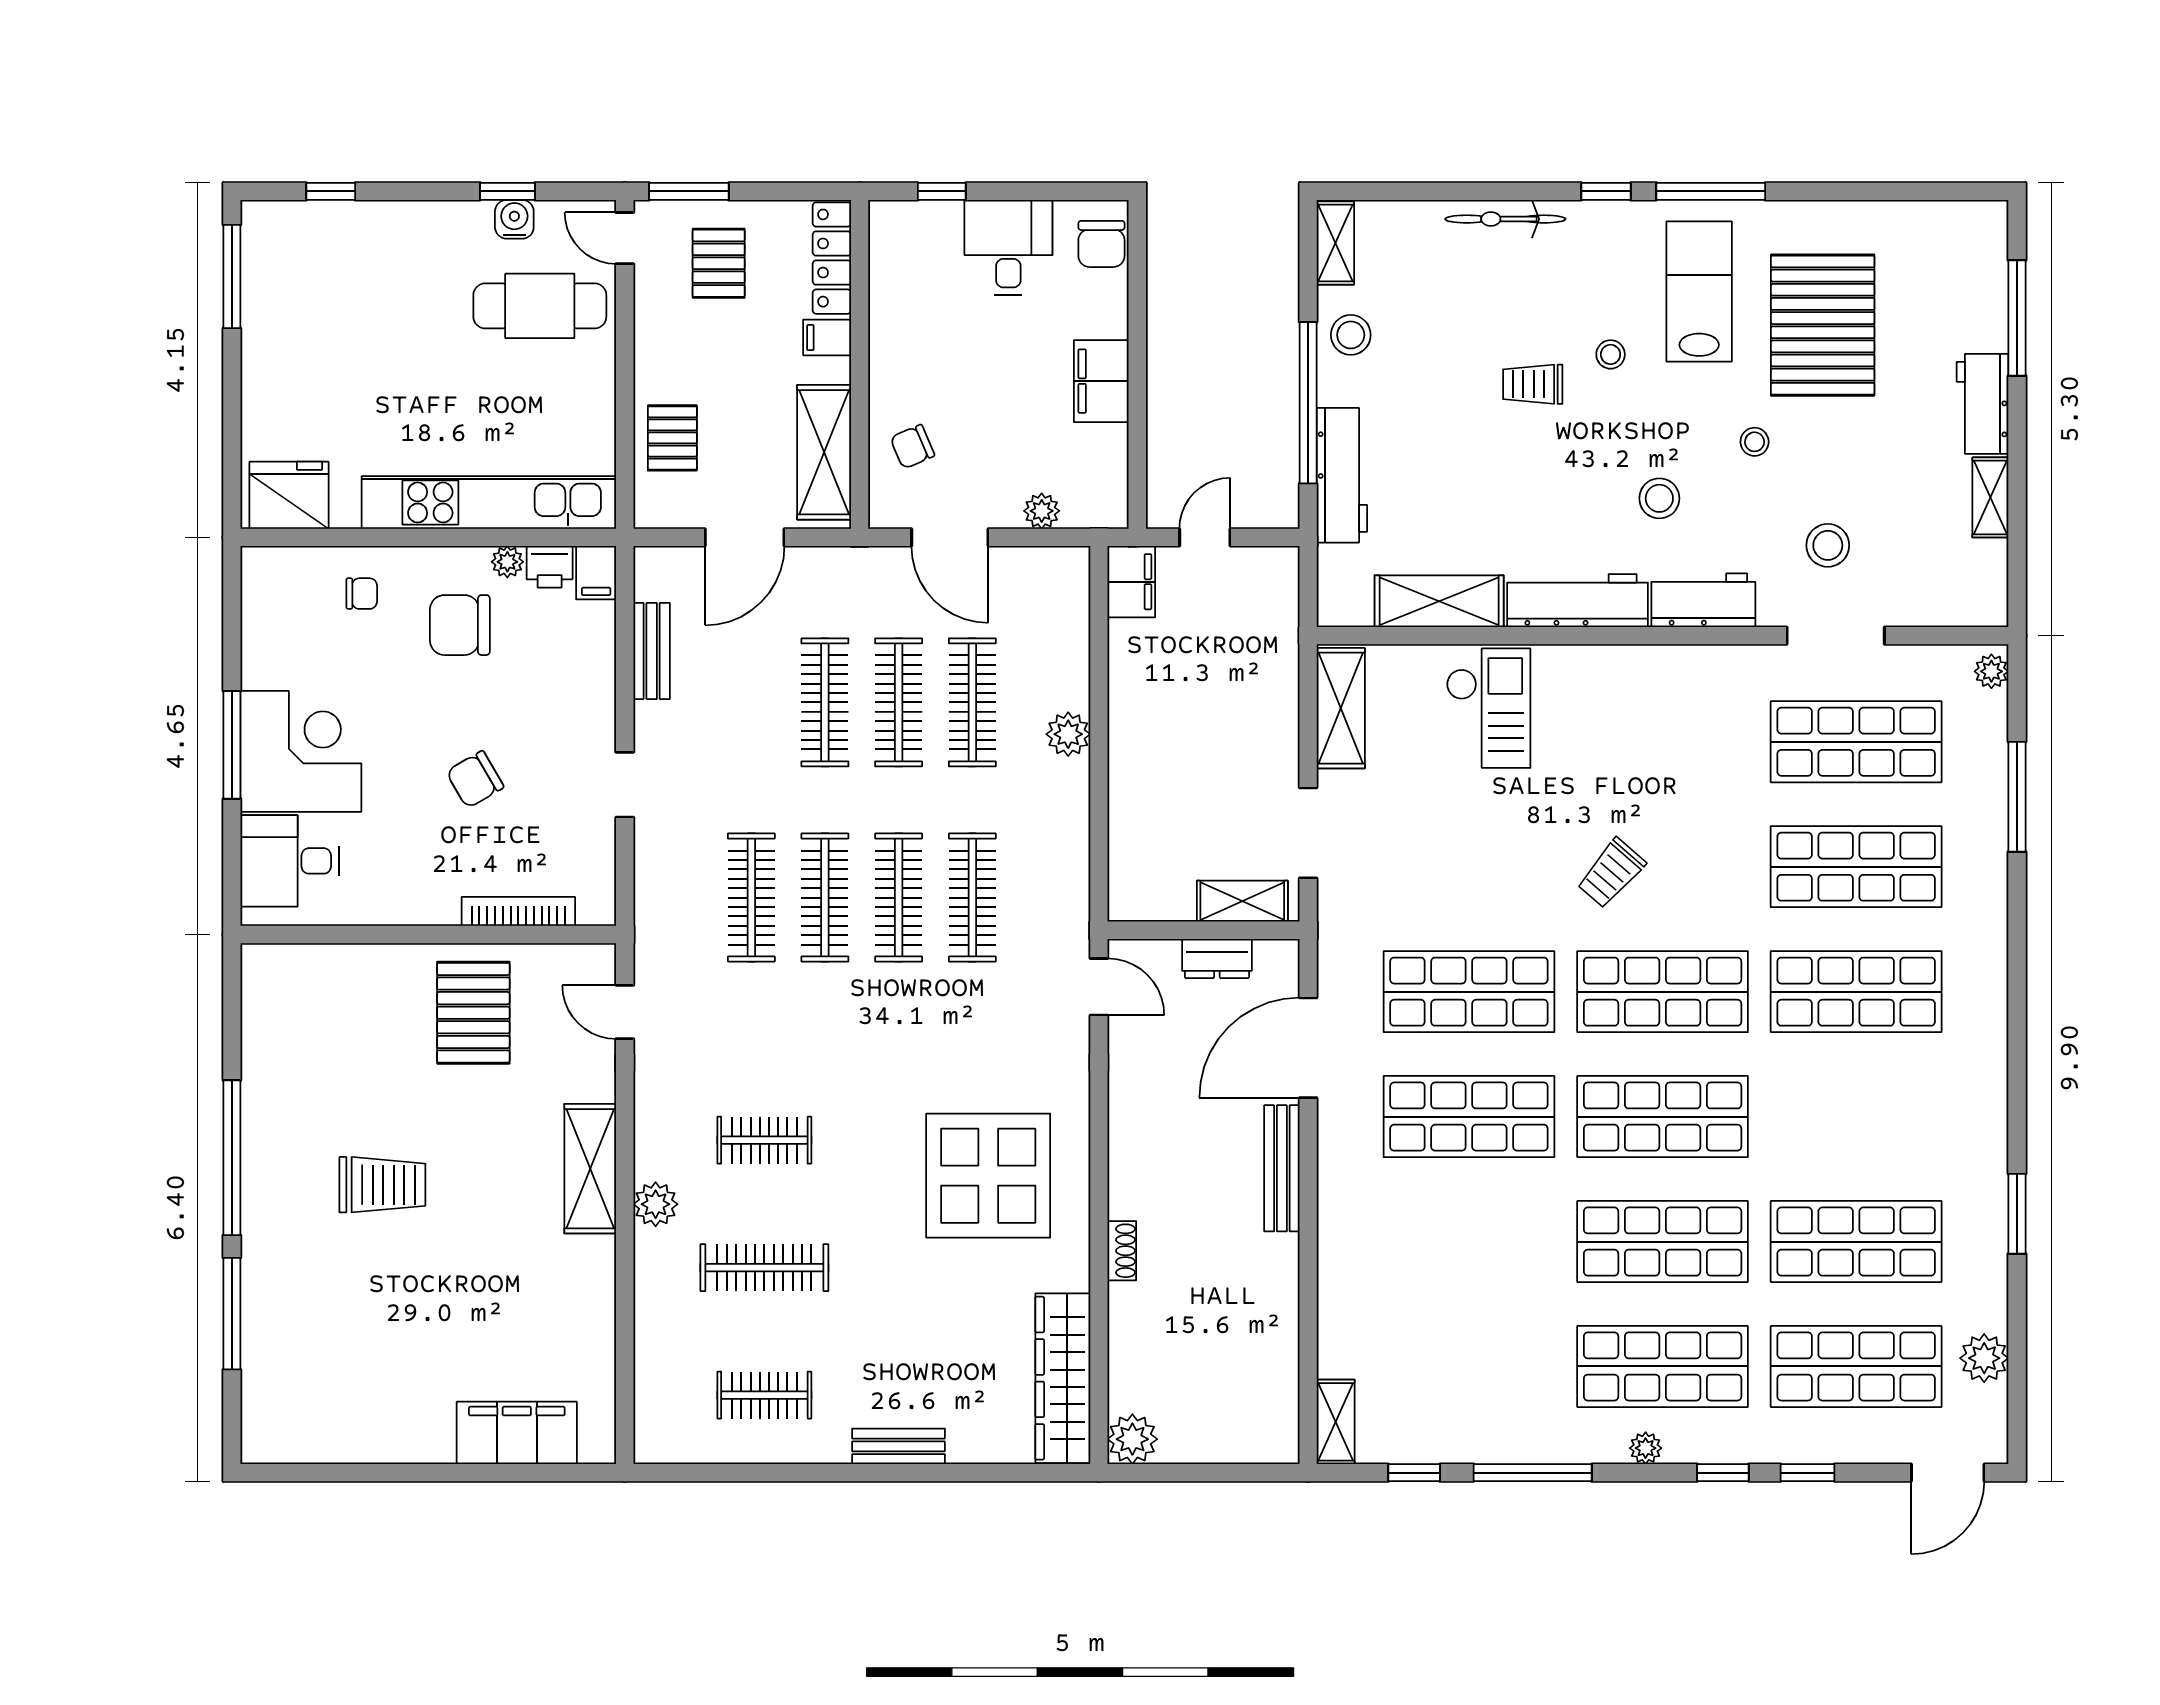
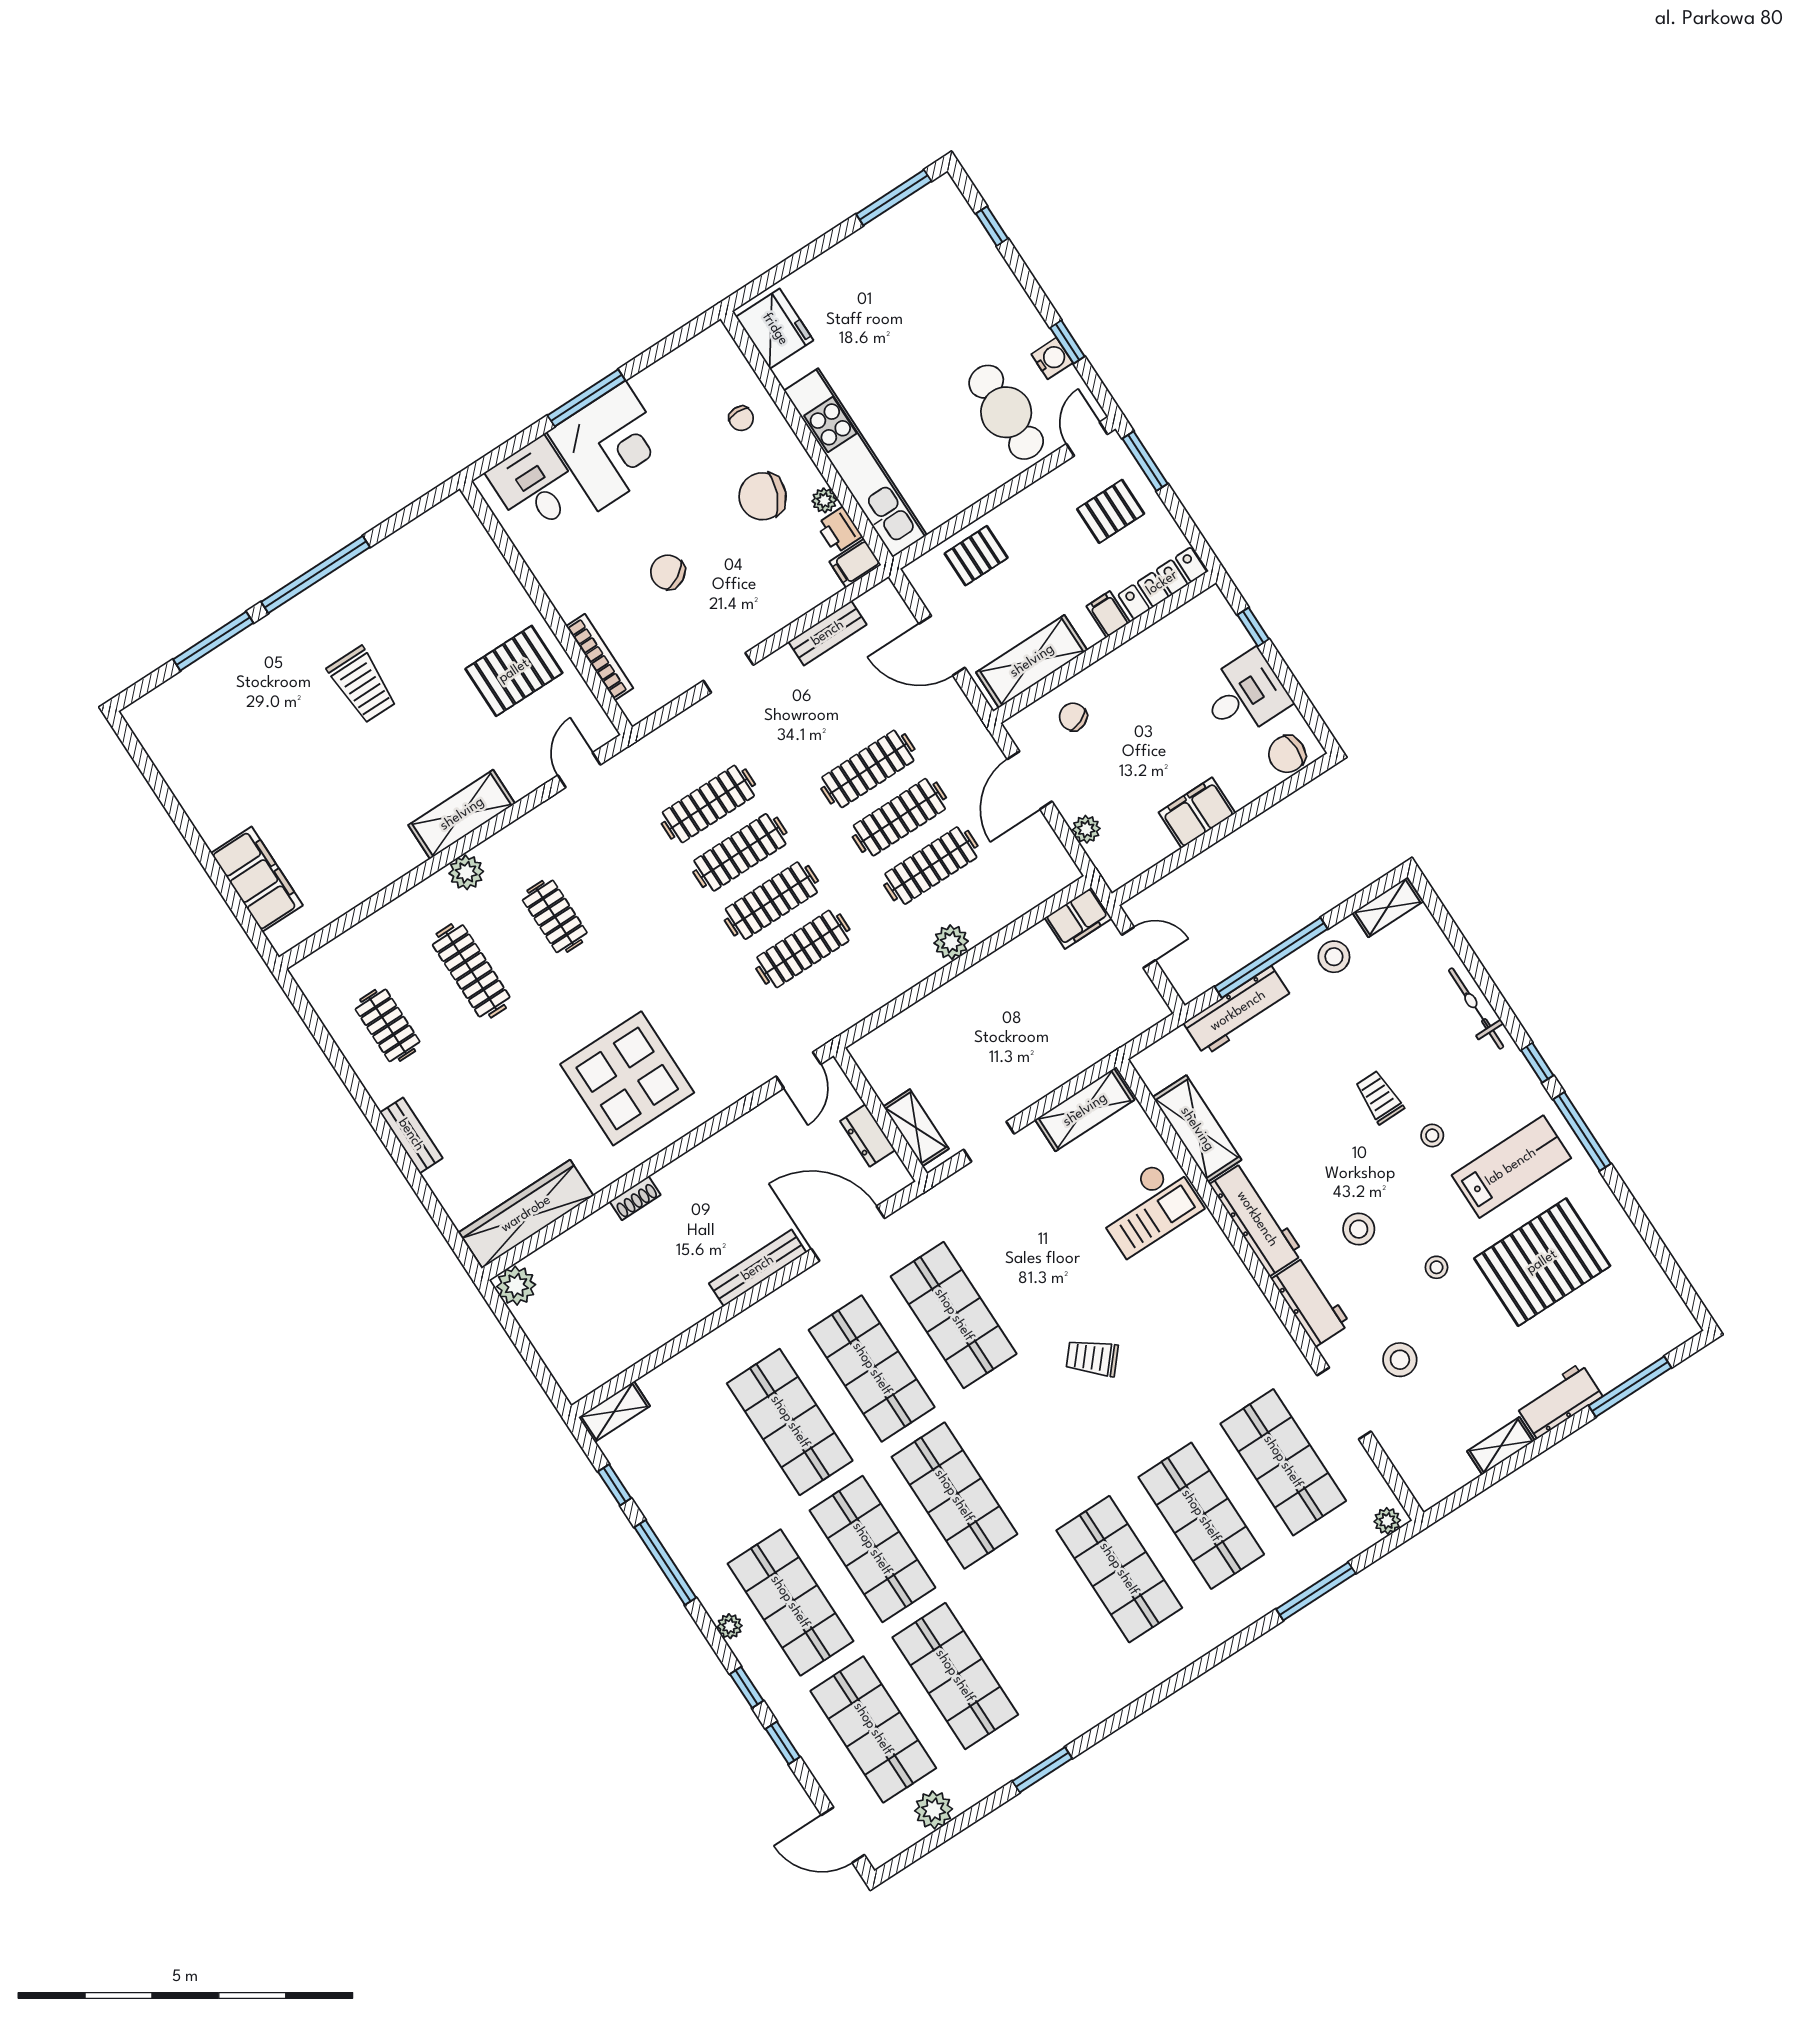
chair: (460, 625) -> (763, 496), turned -67
doorway: (1308, 833) -> (989, 1142), width x0.73
shop shelf: (1663, 992) -> (790, 1422), moved

